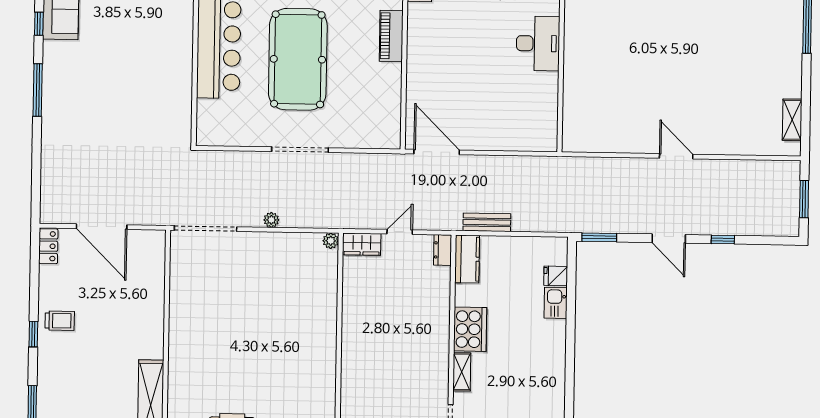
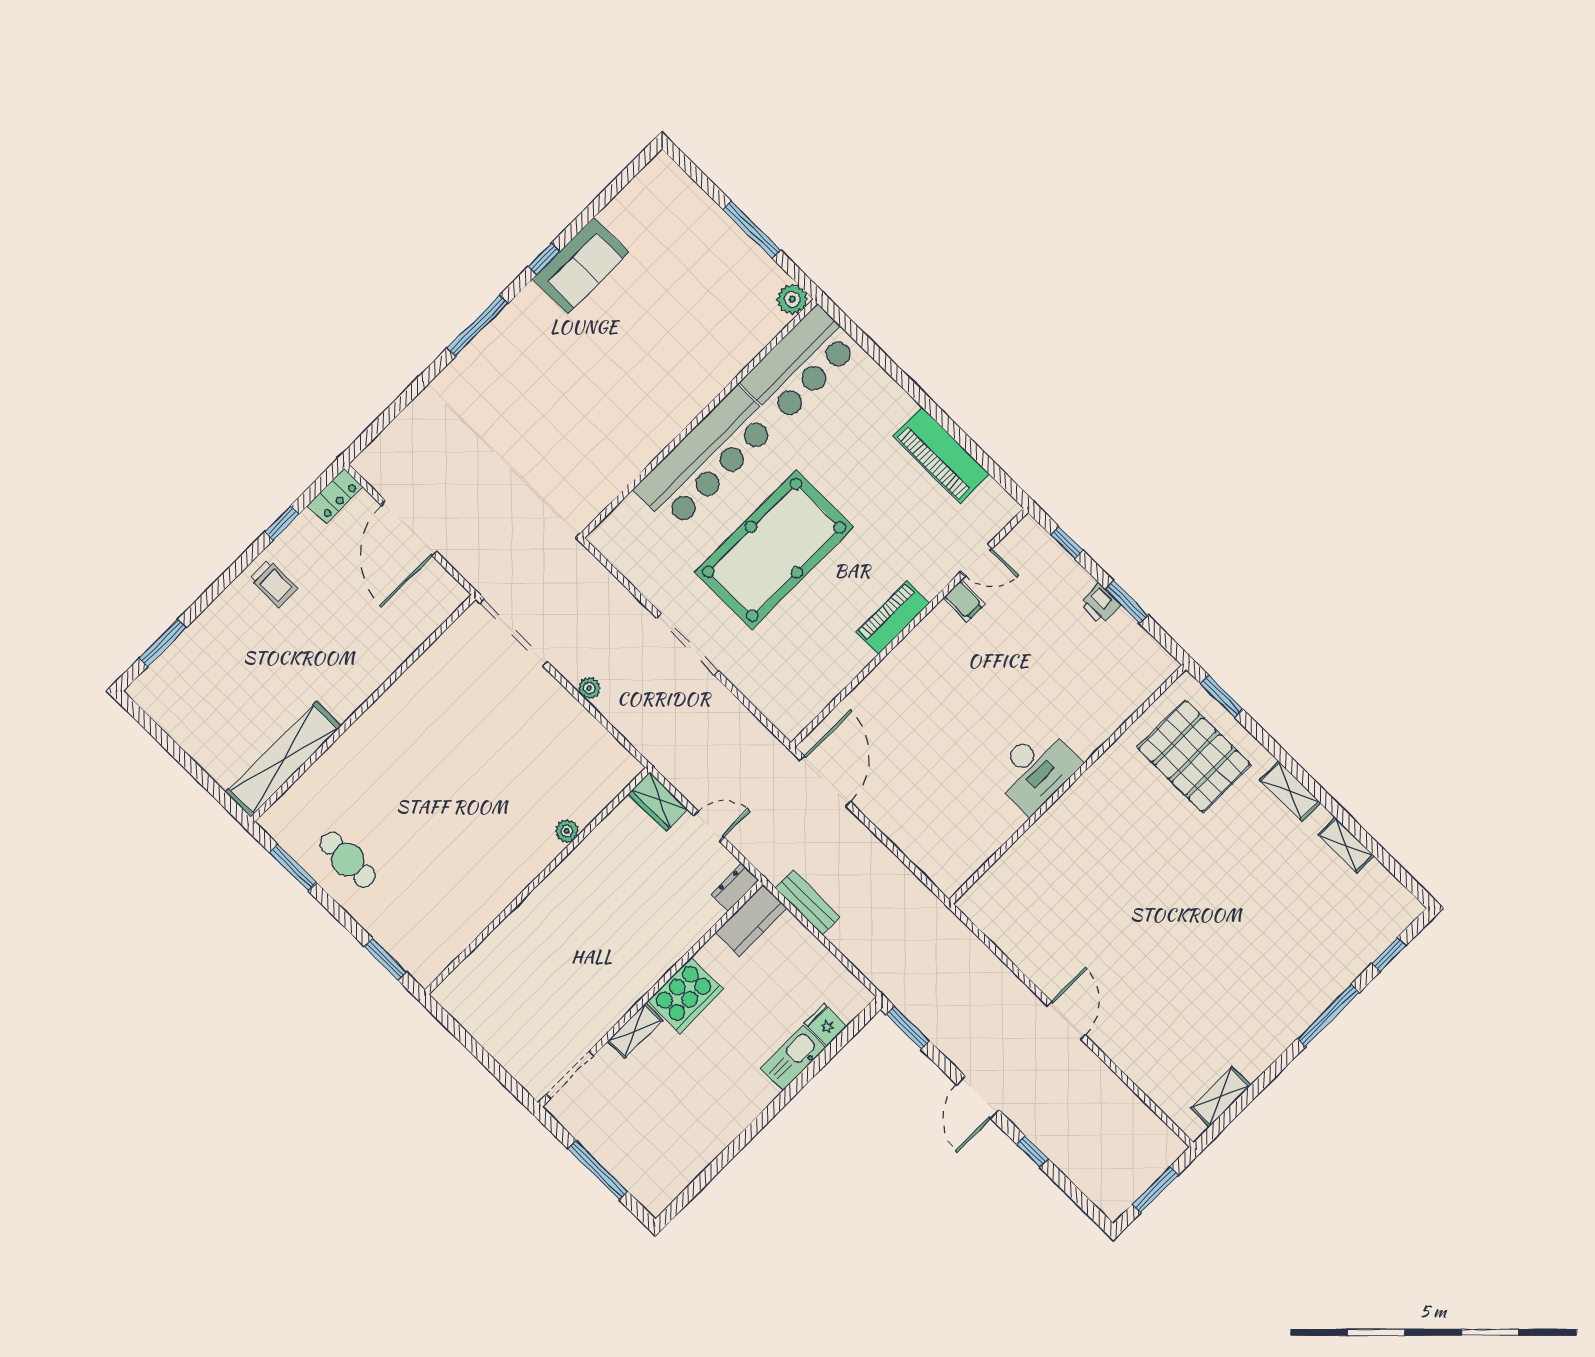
plant: (331, 241) -> (567, 831), moved
kitchen sink: (556, 303) -> (793, 1058), width x1.38
window: (33, 334) -> (282, 523), moved

